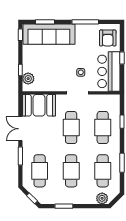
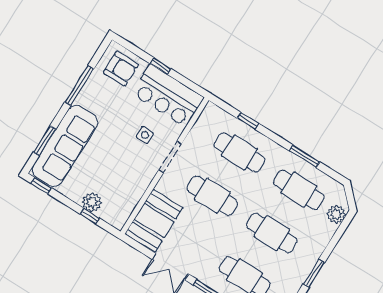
plant: (28, 79) -> (92, 202), moved

